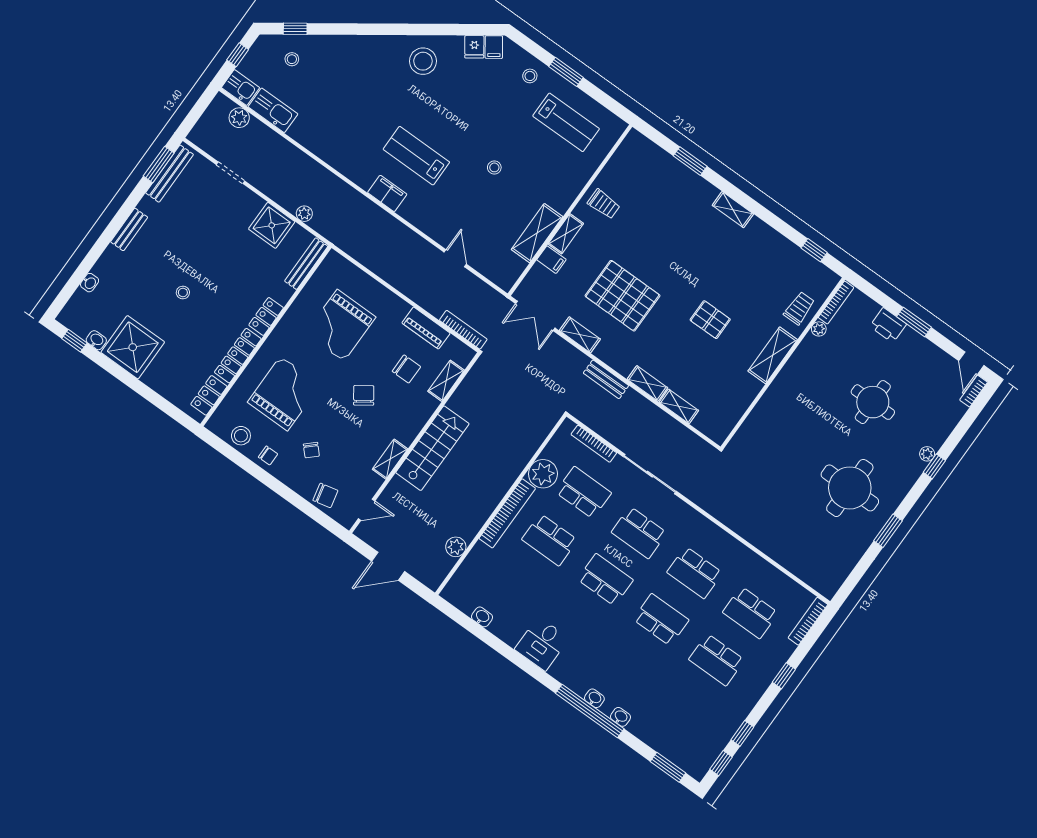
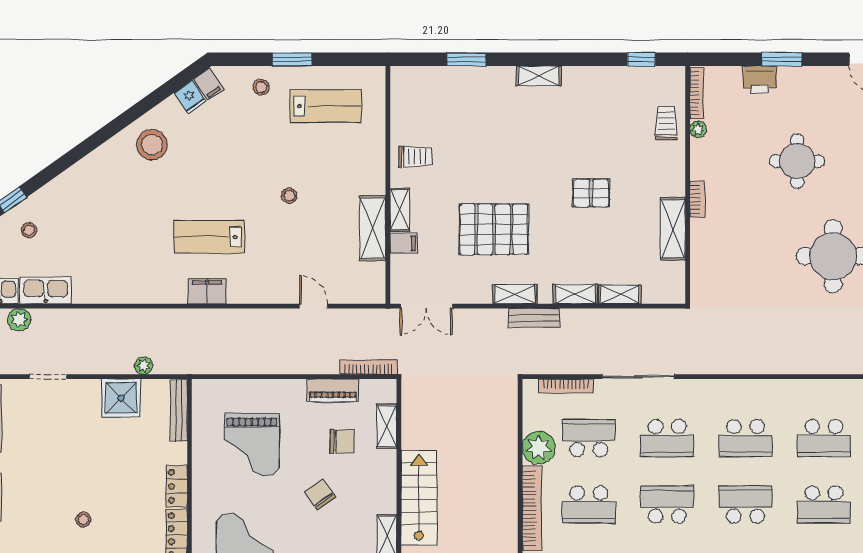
shelving: (580, 335) -> (515, 294), moved
shelving: (773, 355) -> (673, 229), moved
bookcase: (782, 378) -> (697, 199), added

